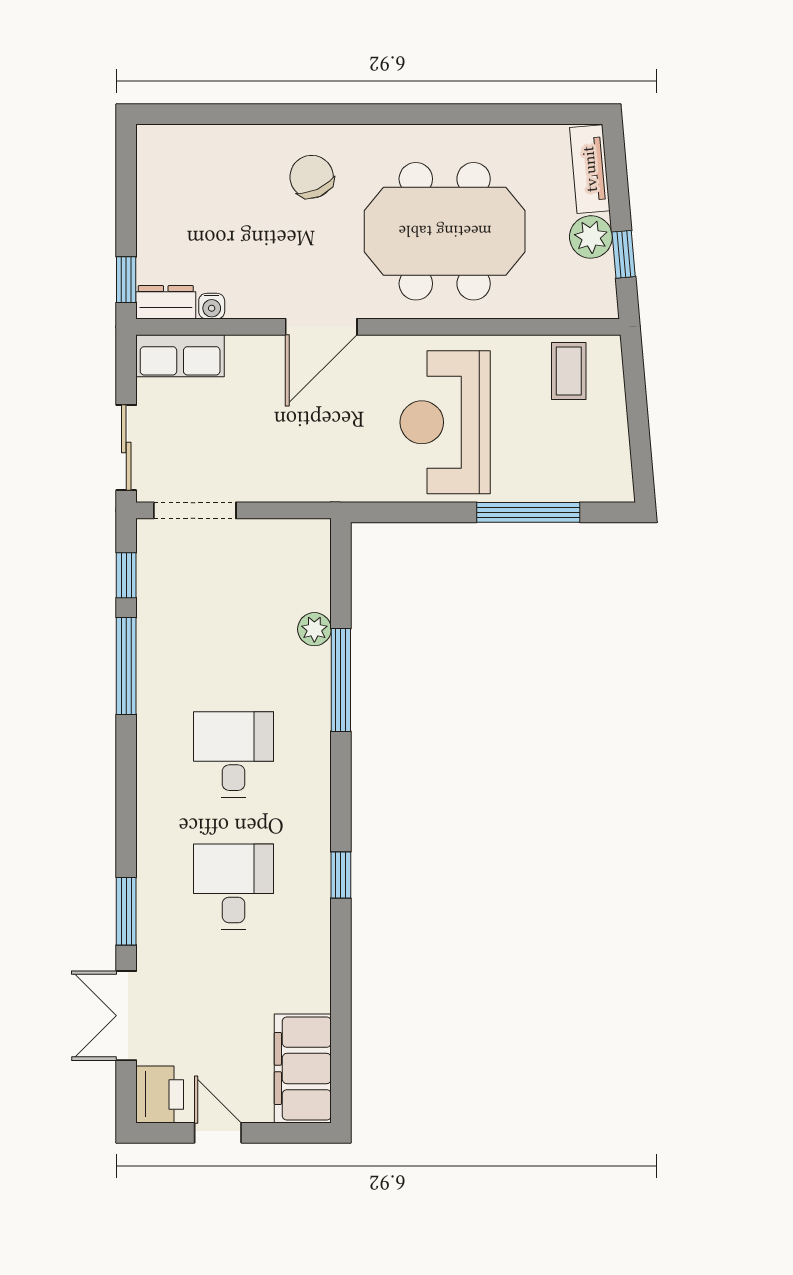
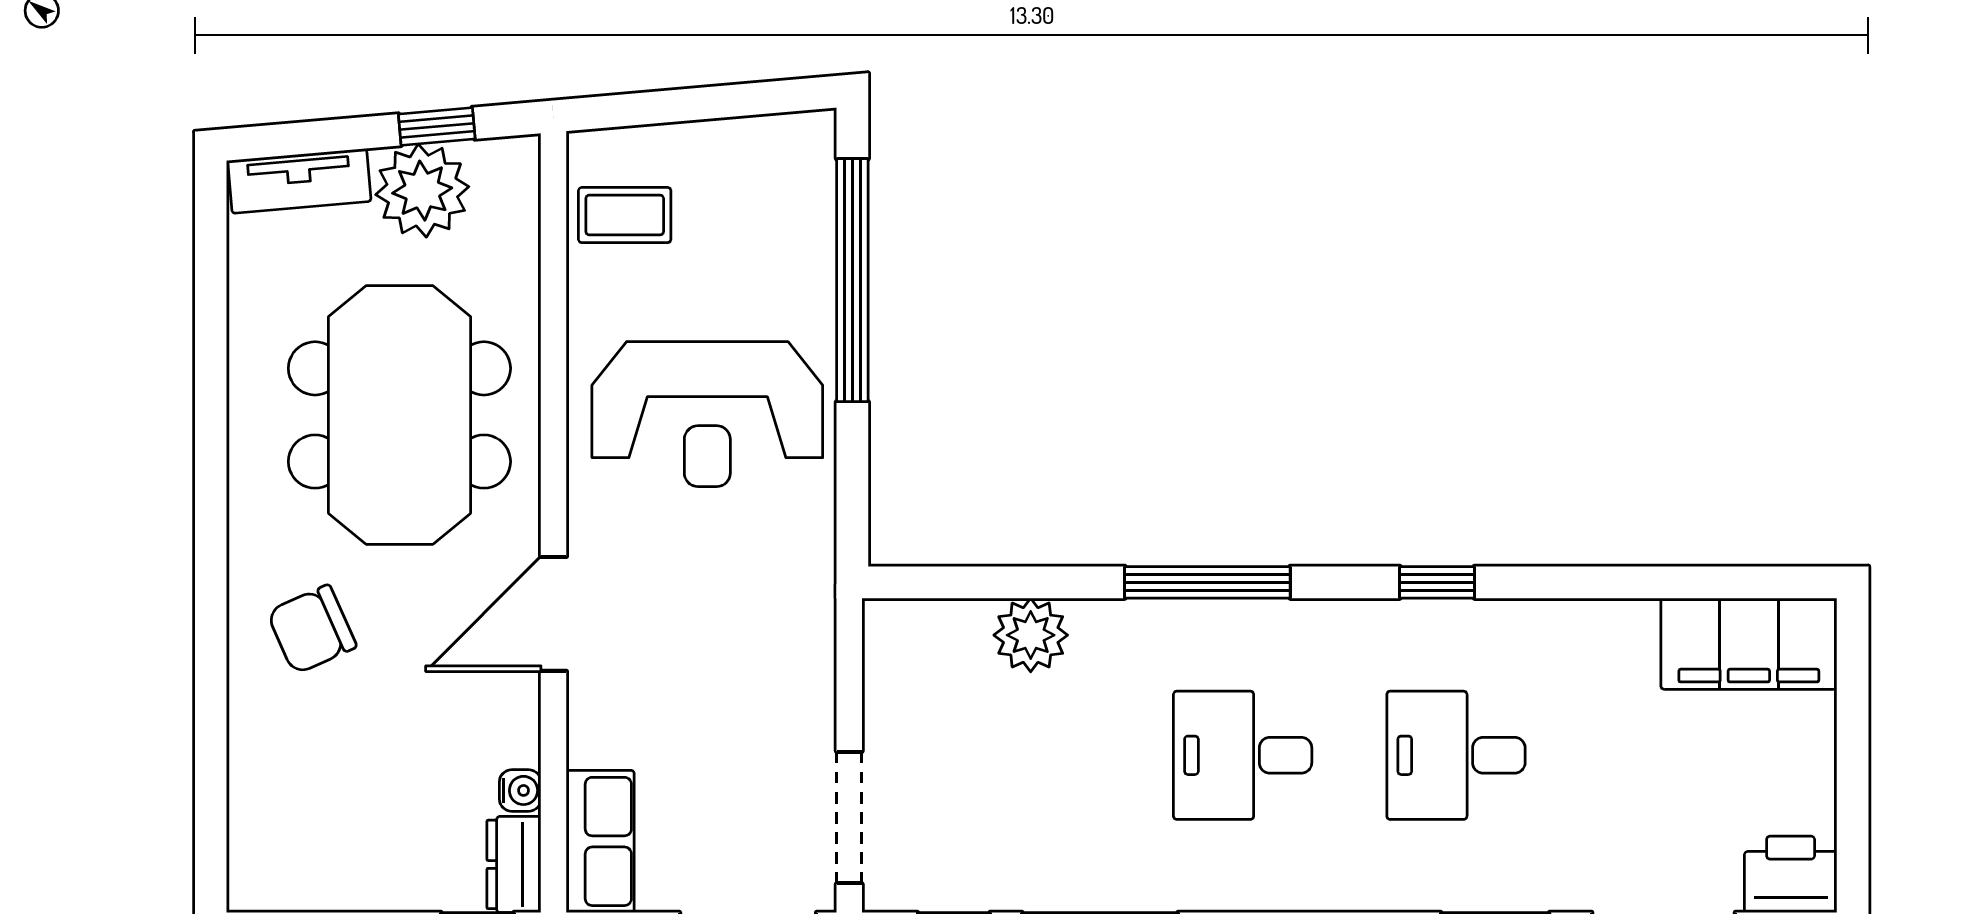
plant: (591, 237) -> (422, 191), width x1.36, depth x1.36
door: (321, 327) -> (554, 614), swing flipped
window: (528, 512) -> (852, 280), width x1.46
plant: (314, 629) -> (1031, 635), width x1.38, depth x1.38
window: (341, 680) -> (1207, 582), moved
door: (218, 1133) -> (1853, 780), removed

